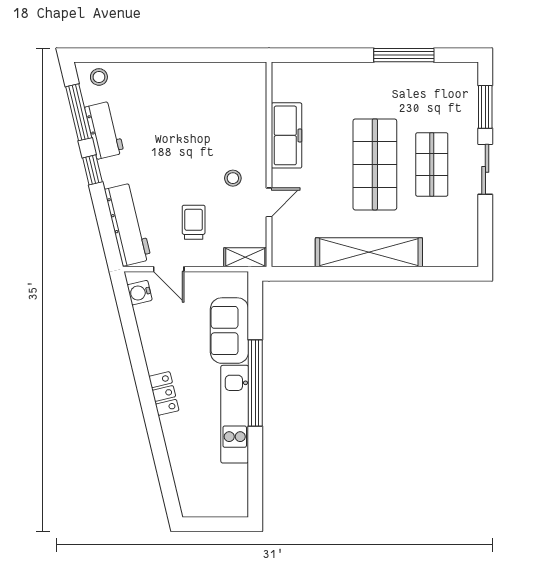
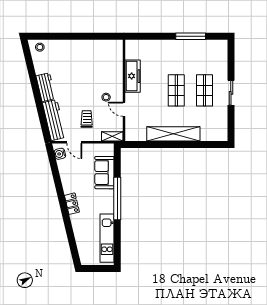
window: (485, 107) -> (231, 62), removed
window: (79, 112) -> (30, 65), removed
workbench: (104, 130) -> (46, 87), moved
shop shelf: (375, 164) -> (176, 90), width x0.70, depth x0.74
window: (92, 170) -> (37, 93), removed
door: (269, 202) -> (124, 109), swing flipped
kitchen unit: (235, 414) -> (107, 238), moved

